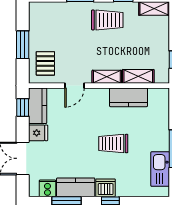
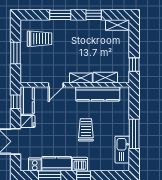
trolley: (107, 20) -> (40, 39), moved
pallet: (45, 63) -> (33, 68), removed
kitchen counter: (129, 97) -> (98, 94), width x1.50
trolley: (113, 144) -> (86, 130), turned 90

